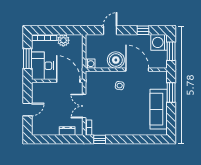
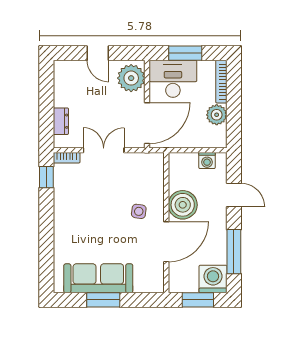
window: (143, 30) -> (234, 252), width x2.17
washing machine: (90, 64) -> (207, 161), moved
plant: (42, 90) -> (131, 78), added
window: (171, 92) -> (103, 300), moved

